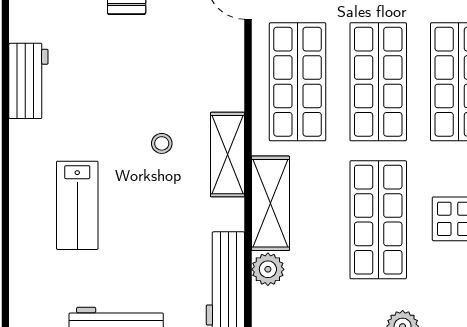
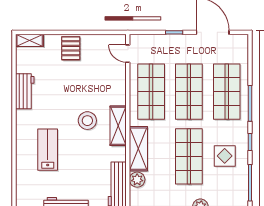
stool: (162, 143) -> (87, 121), width x1.89, depth x1.89
lab bench: (77, 205) -> (48, 150), turned 180

